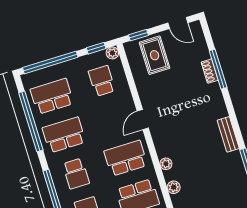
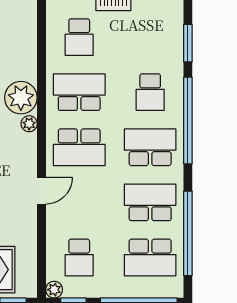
school desk: (64, 135) -> (150, 202), turned 180
school desk: (76, 174) -> (150, 147), width x1.85
plant: (174, 187) -> (21, 98), width x1.88, depth x1.88

